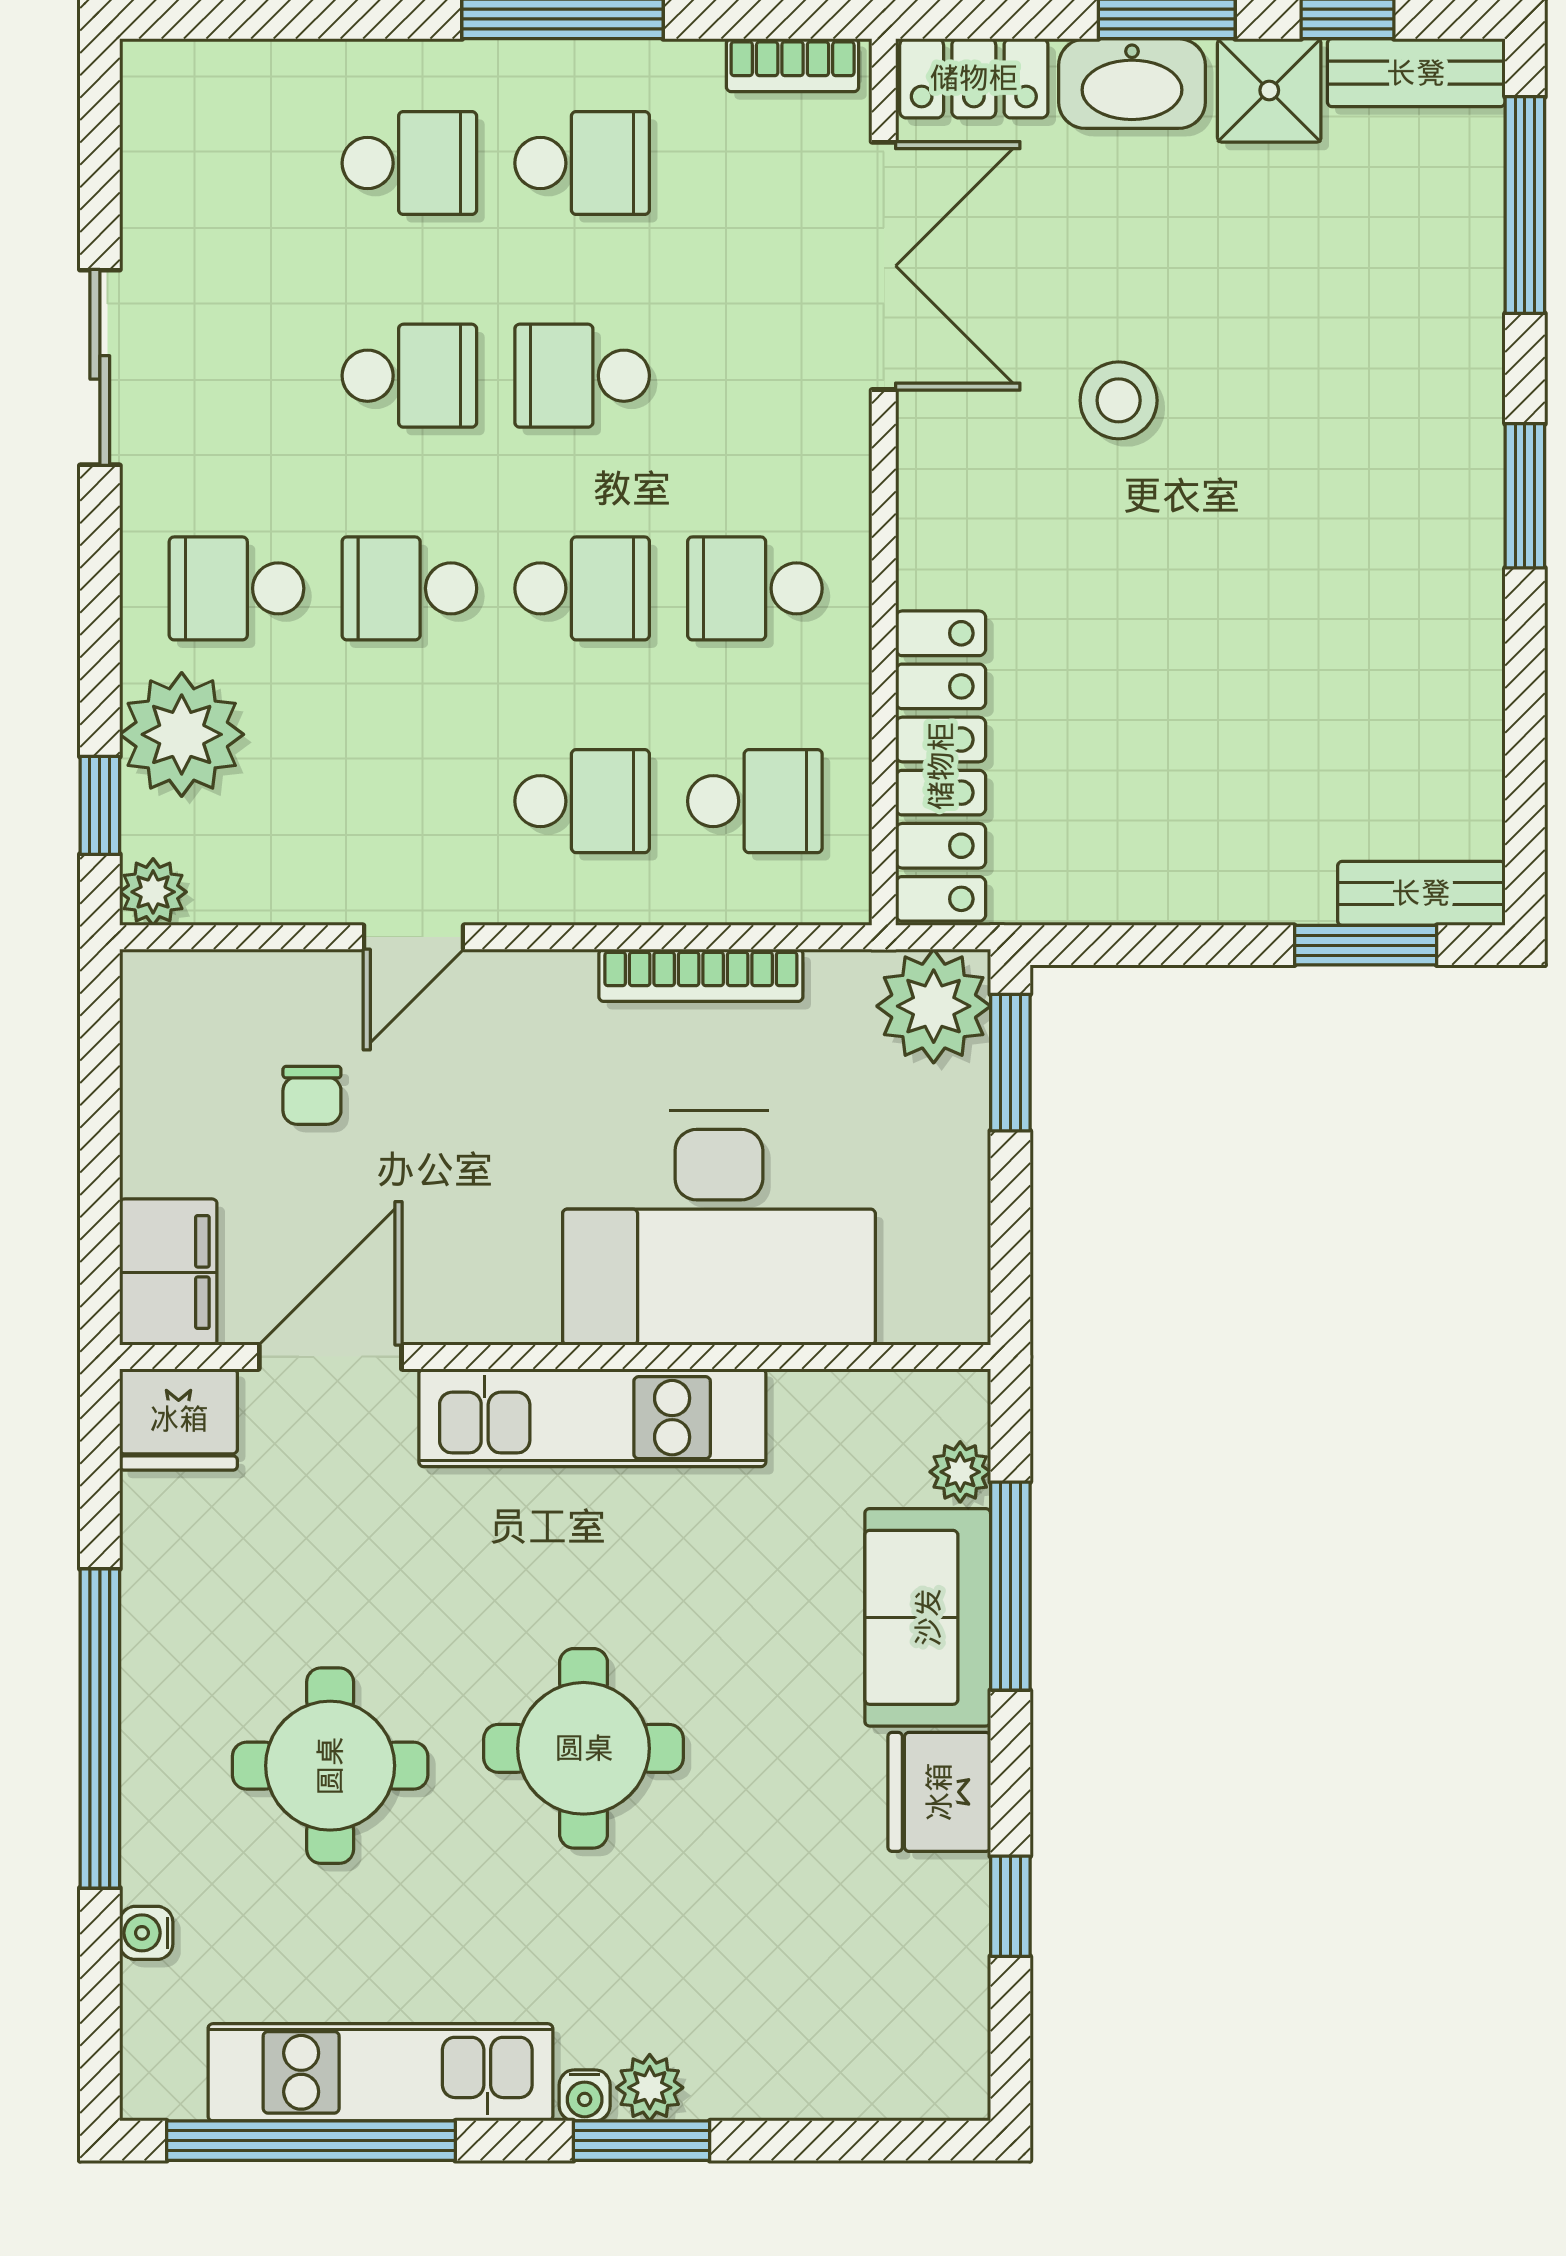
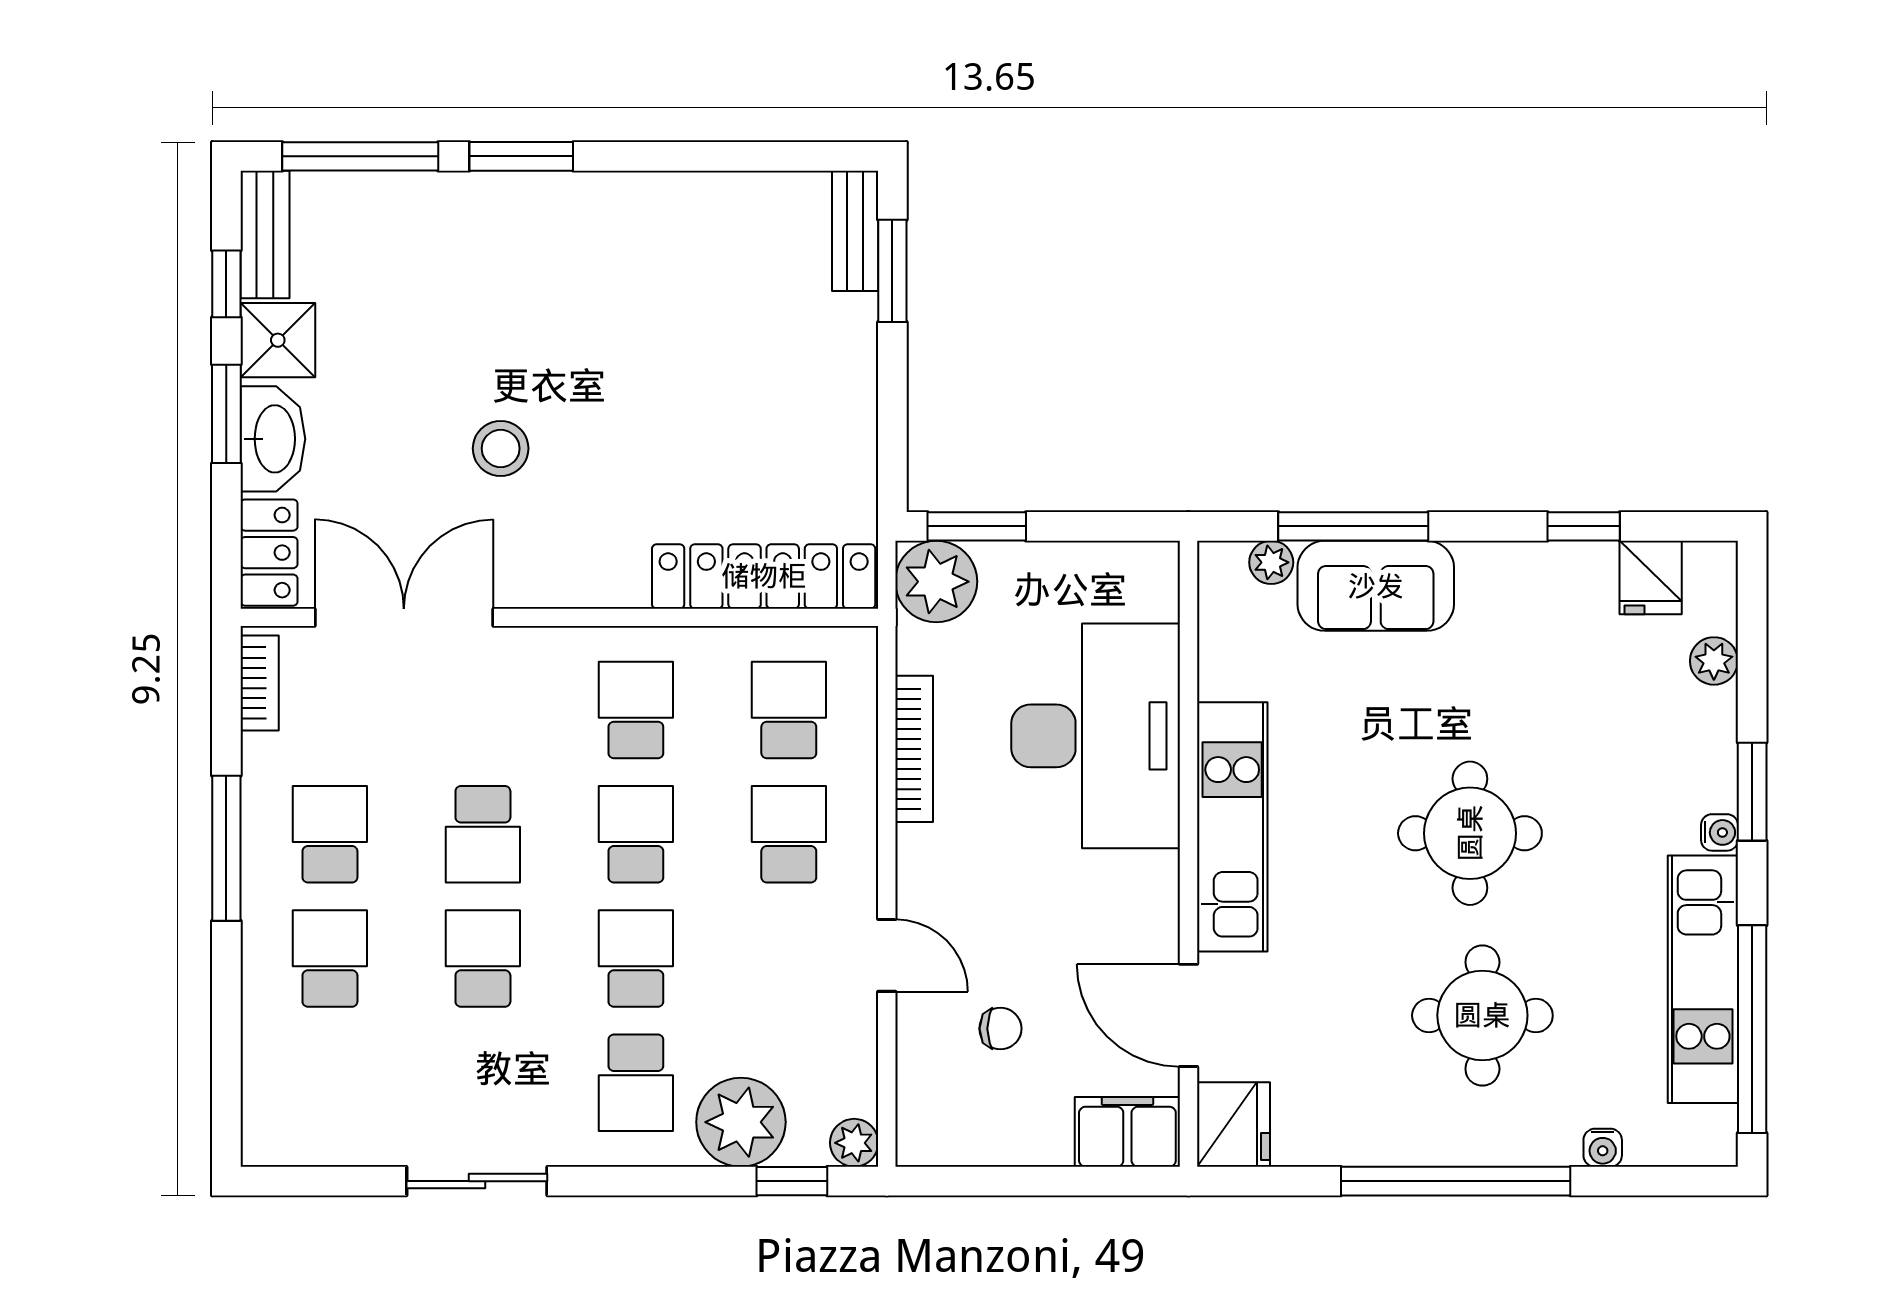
window: (1525, 496) -> (521, 156), moved
school desk: (409, 588) -> (636, 959), turned 180
school desk: (755, 588) -> (636, 710), turned 180
fridge: (939, 1792) -> (1651, 577), moved, width x0.72
plant: (650, 2088) -> (1714, 661), moved

